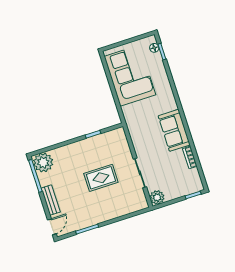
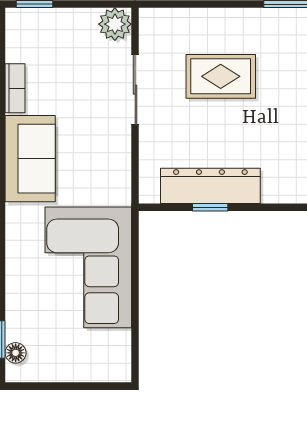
corner sofa: (130, 76) -> (88, 267), moved
dresser: (96, 143) -> (210, 186), added
rug: (101, 178) -> (221, 76), moved

